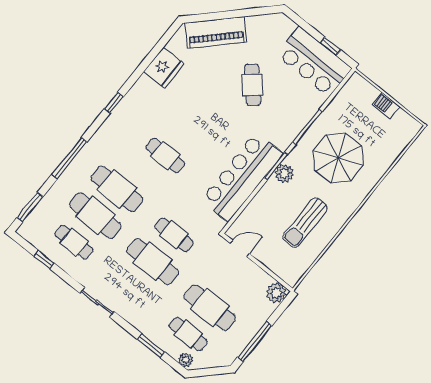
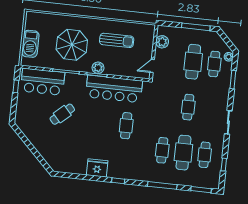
piano: (216, 32) -> (47, 151), removed
bar counter: (314, 62) -> (43, 82), moved, turned 90
fridge: (164, 68) -> (97, 168), moved
barbecue: (386, 106) -> (30, 44), width x1.88, depth x1.53
cafe table: (165, 156) -> (126, 126), moved
cafe table: (117, 189) -> (162, 150), width x0.73, depth x0.74
cafe table: (174, 235) -> (167, 105), removed
door: (240, 248) -> (152, 66), hinge flipped
cafe table: (153, 261) -> (188, 107), width x0.73, depth x0.74
plant: (276, 293) -> (162, 42), moved

